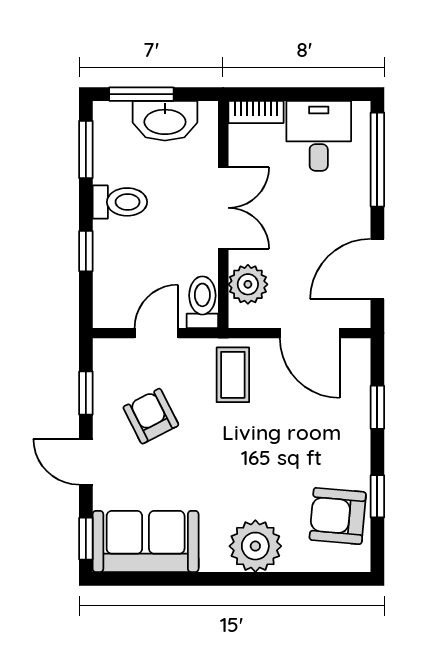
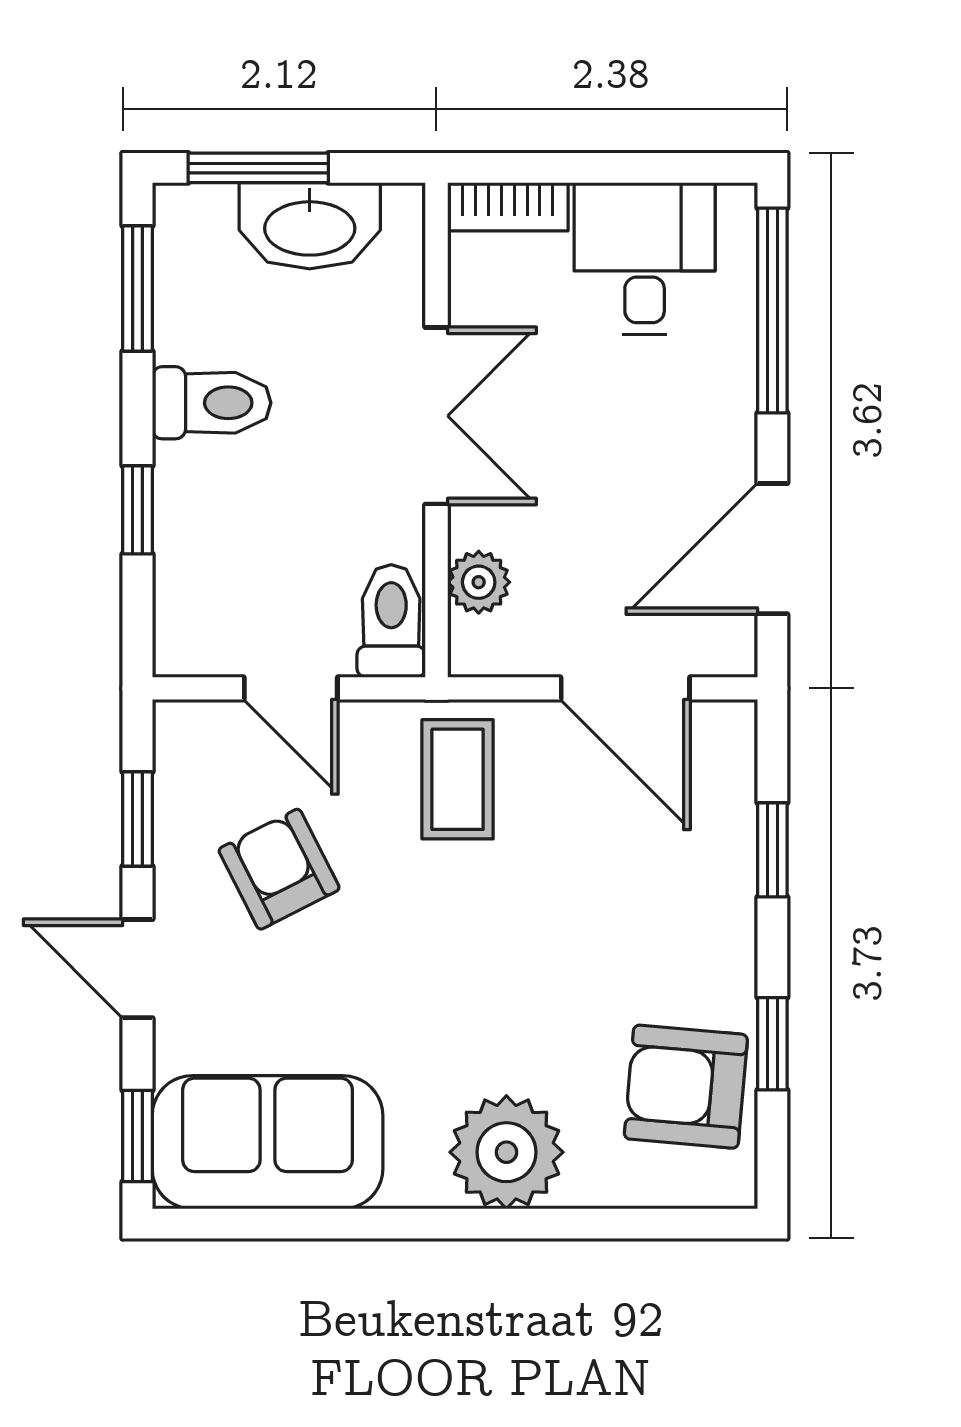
plant: (248, 284) -> (479, 582), width x0.73, depth x0.73
door: (156, 333) -> (291, 688), swing flipped

